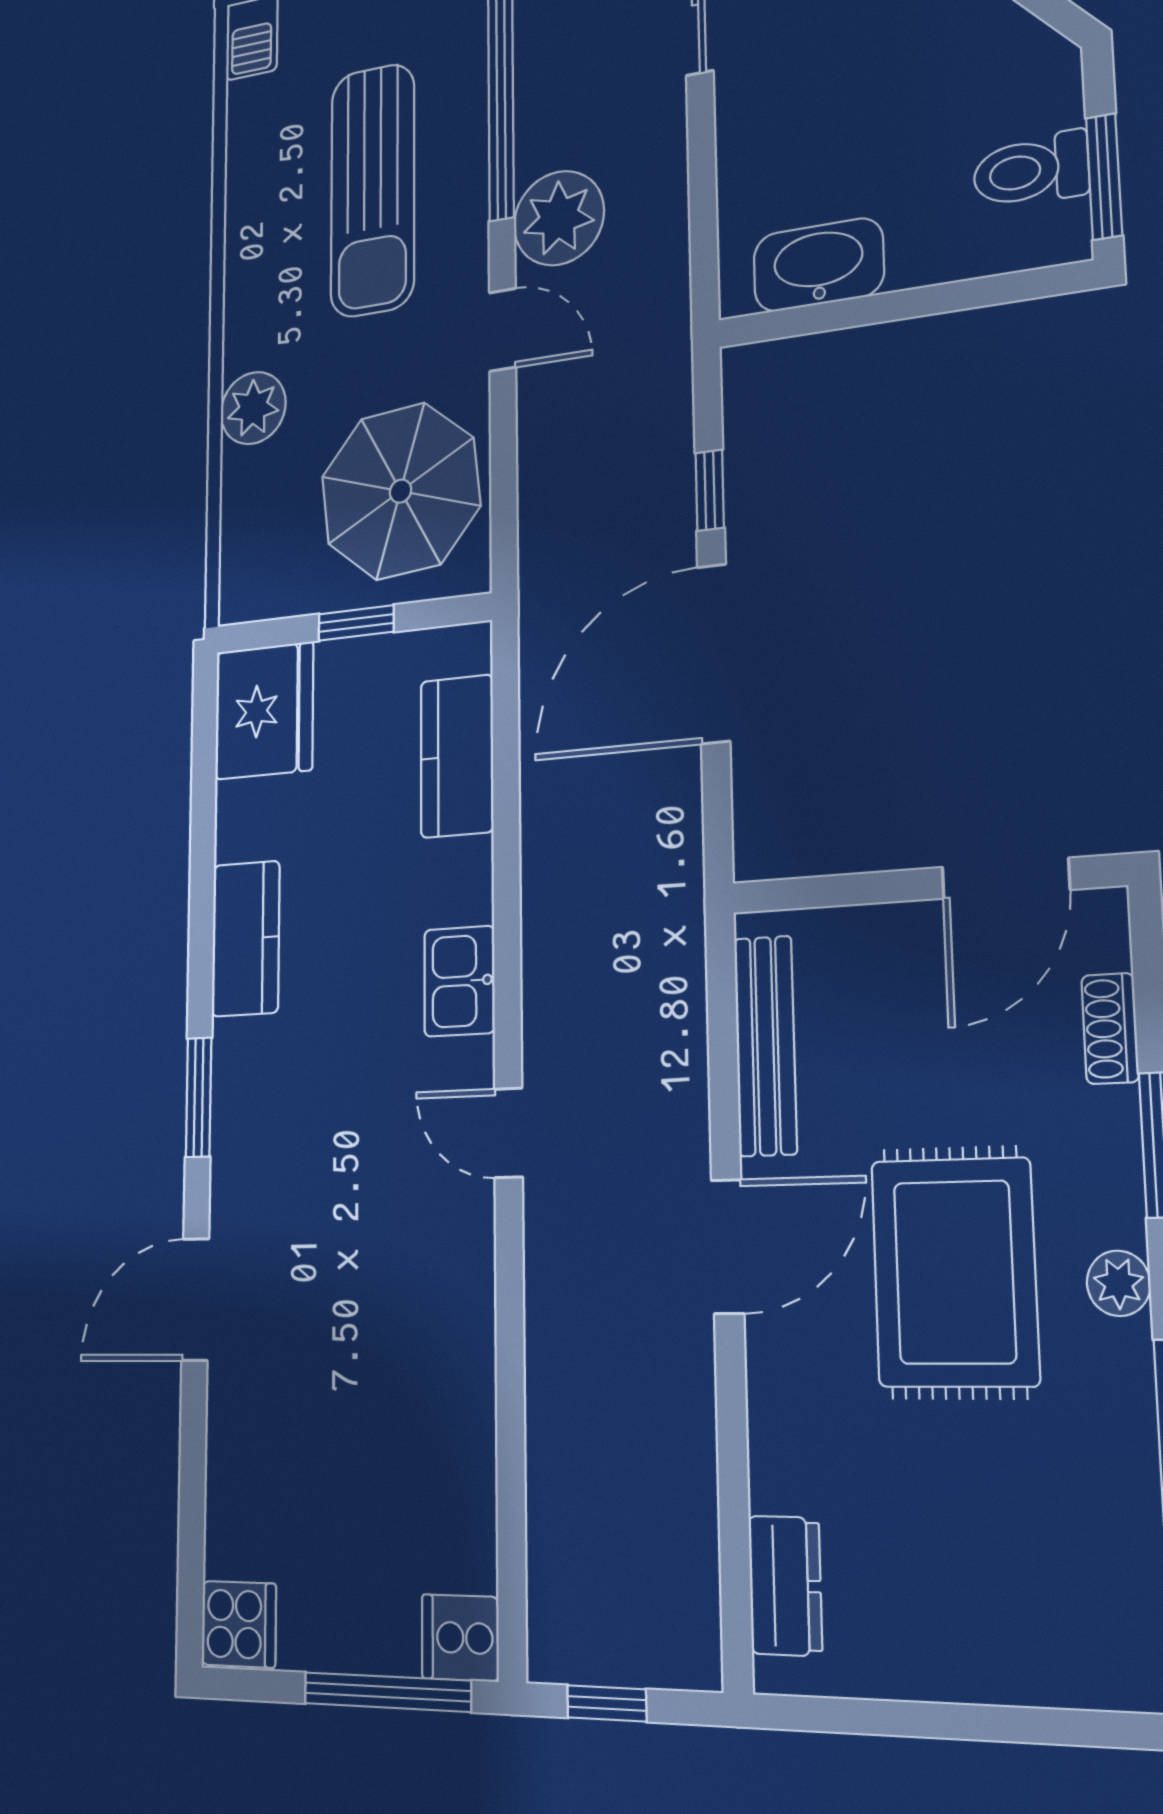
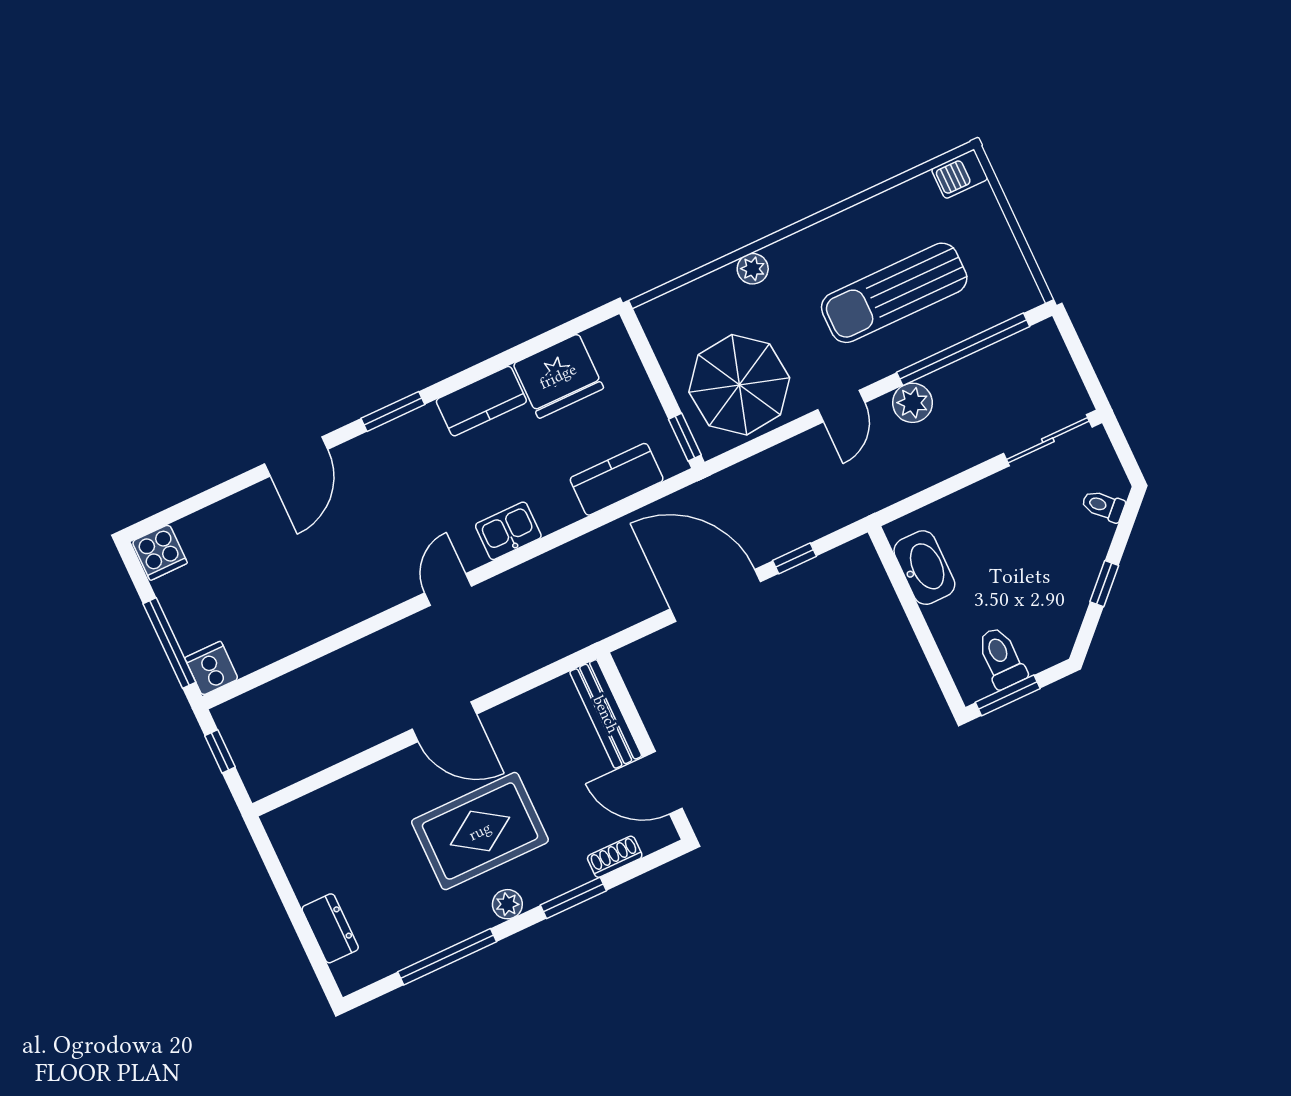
plant: (559, 218) -> (913, 403), width x0.73, depth x0.73
plant: (253, 408) -> (753, 269), width x0.73, depth x0.73
window: (356, 623) -> (685, 437), moved
fridge: (264, 711) -> (558, 376), moved
bench: (765, 1046) -> (606, 714), moved, turned 90
door: (195, 1300) -> (296, 457), swing flipped
dresser: (785, 1586) -> (330, 928), moved, turned -90

